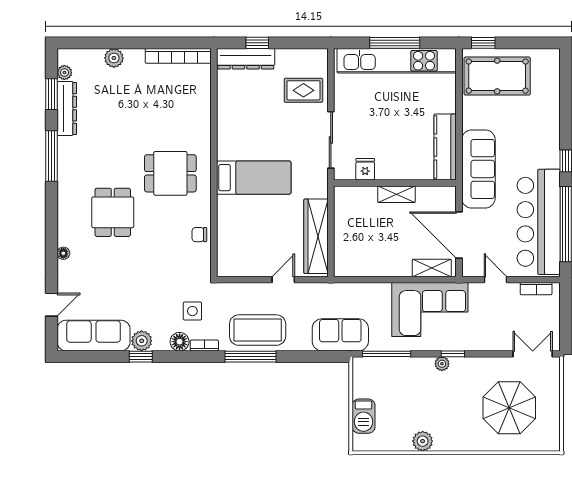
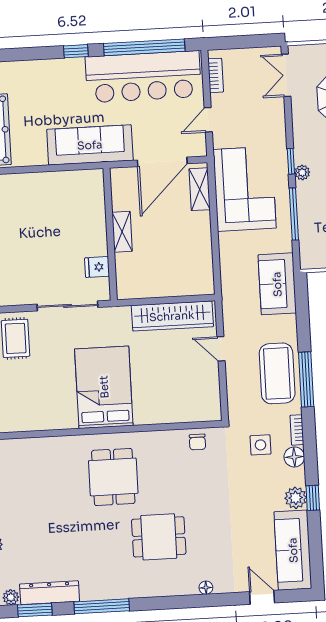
kitchen counter: (445, 147) -> (68, 182), removed
bed: (254, 178) -> (104, 387), width x1.50
chair: (199, 235) -> (197, 442), moved
window: (387, 354) -> (294, 214), moved

